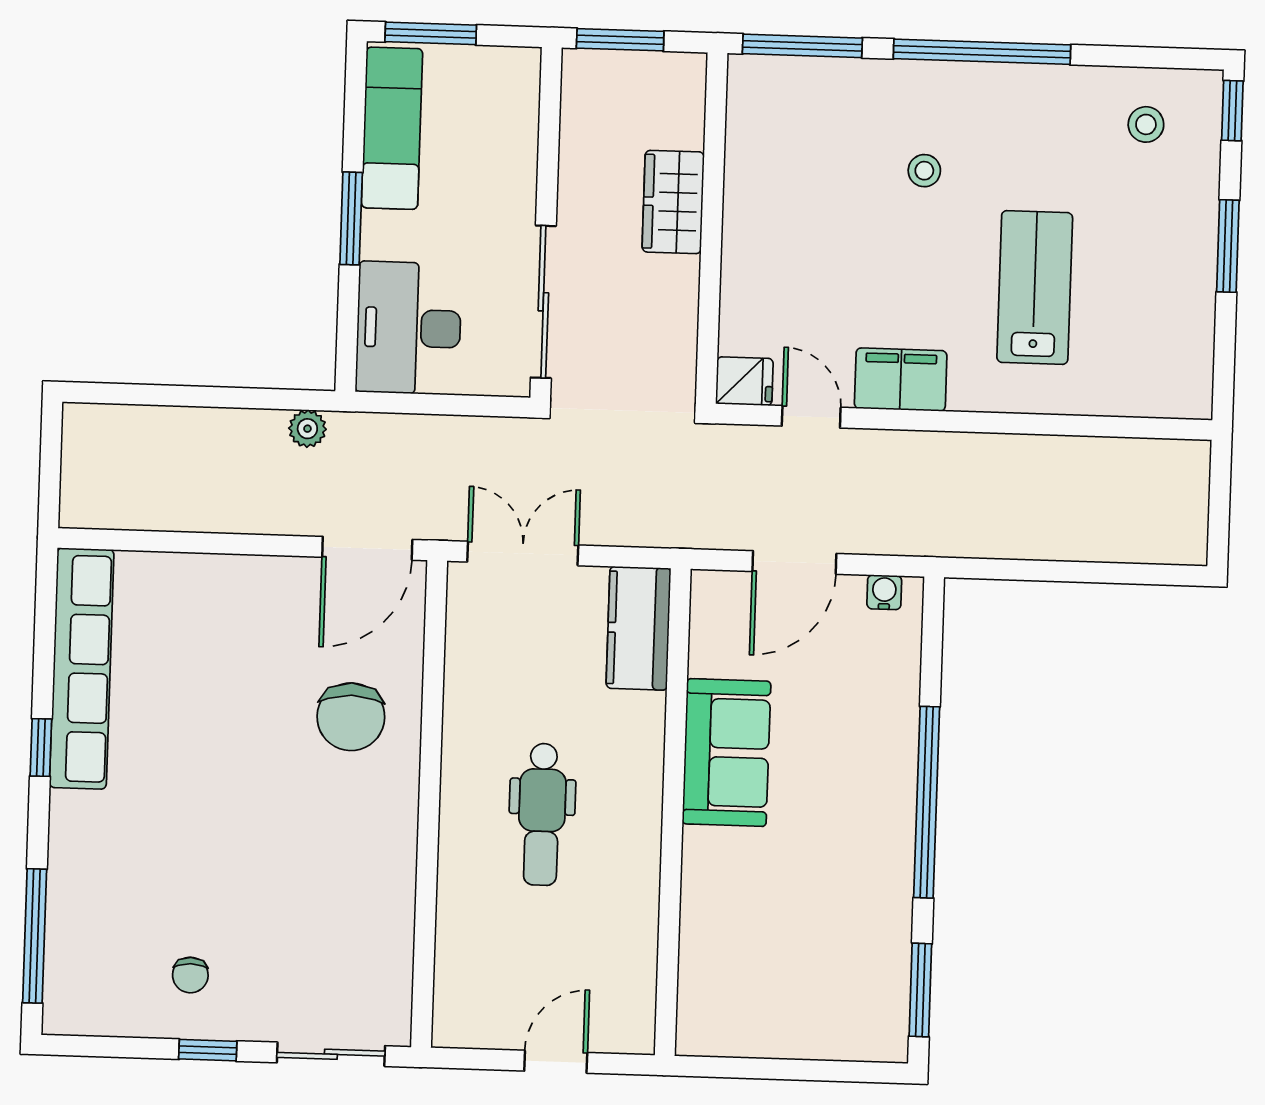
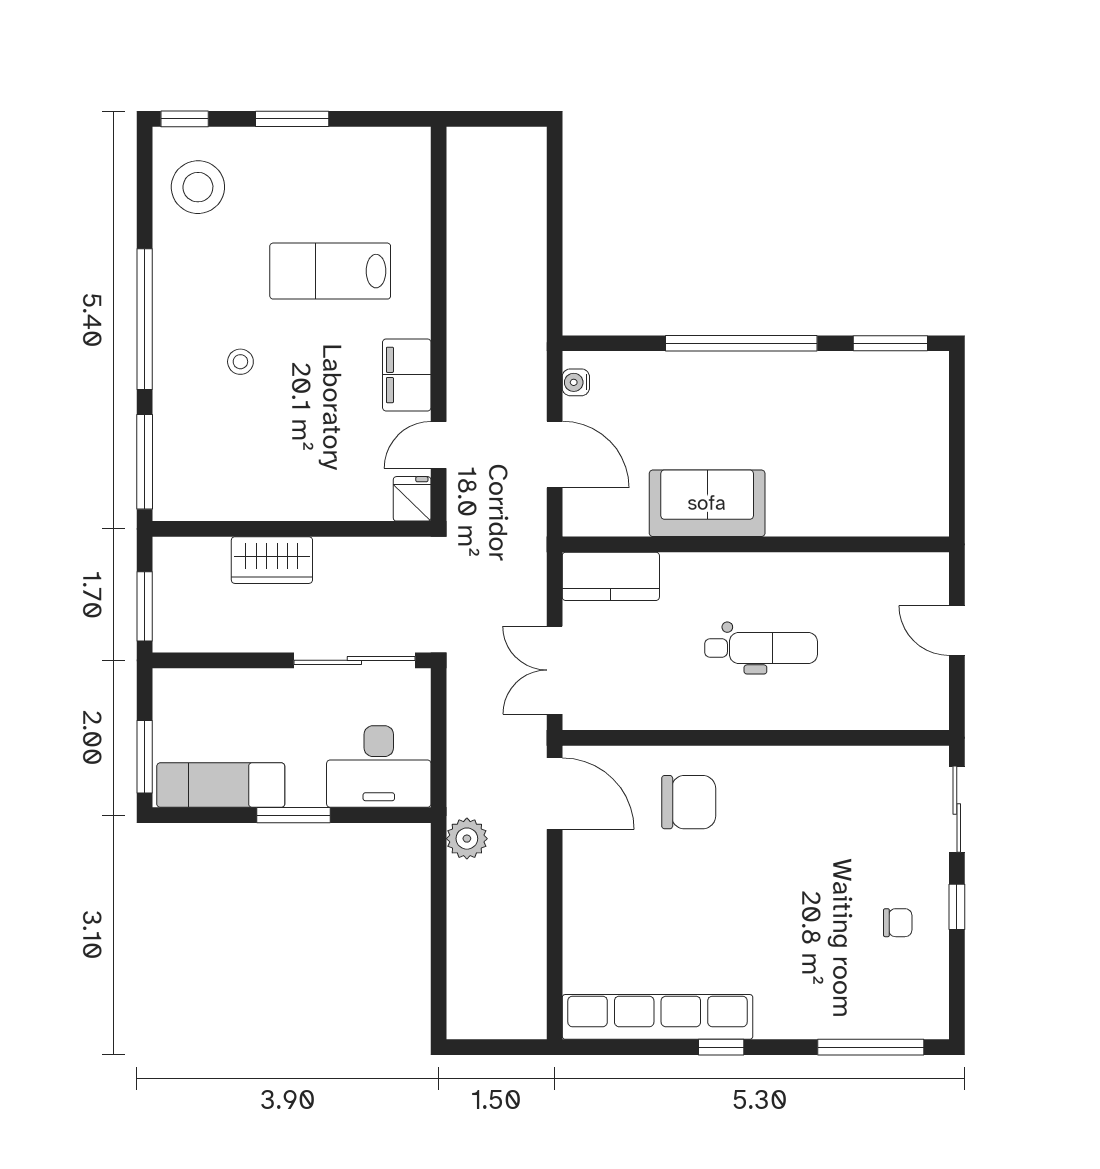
stool: (1146, 124) -> (198, 187), width x1.89, depth x1.89
plant: (307, 429) -> (467, 839), width x1.38, depth x1.38

